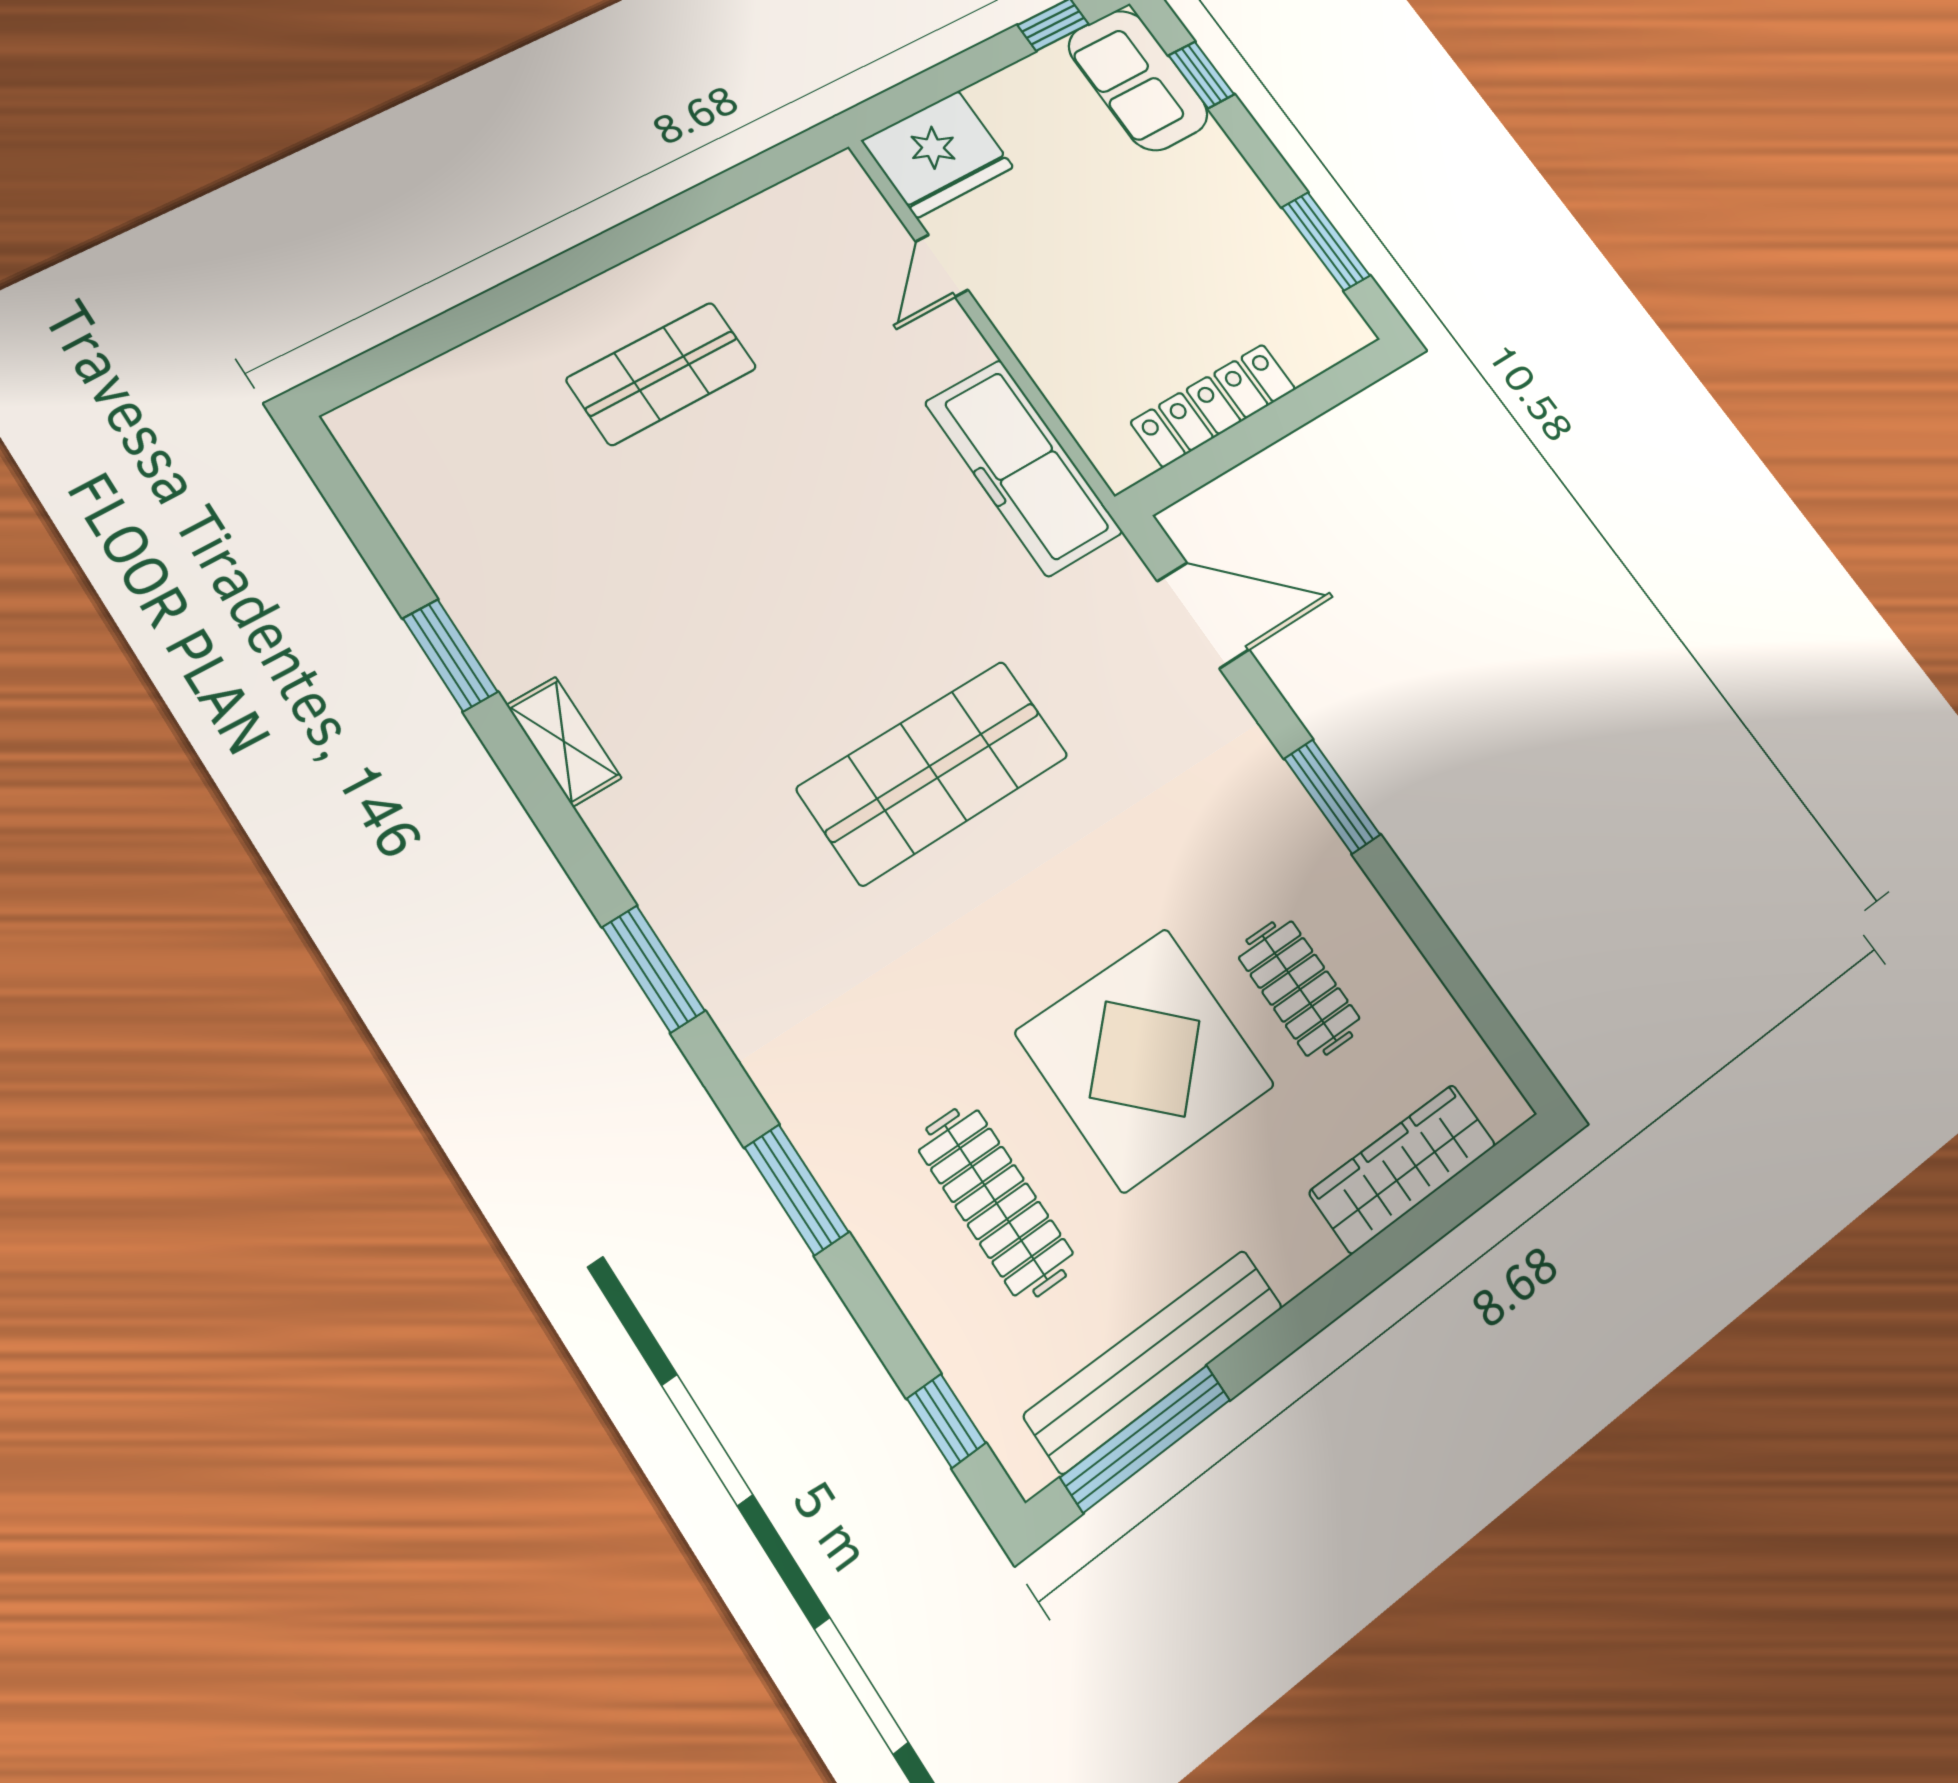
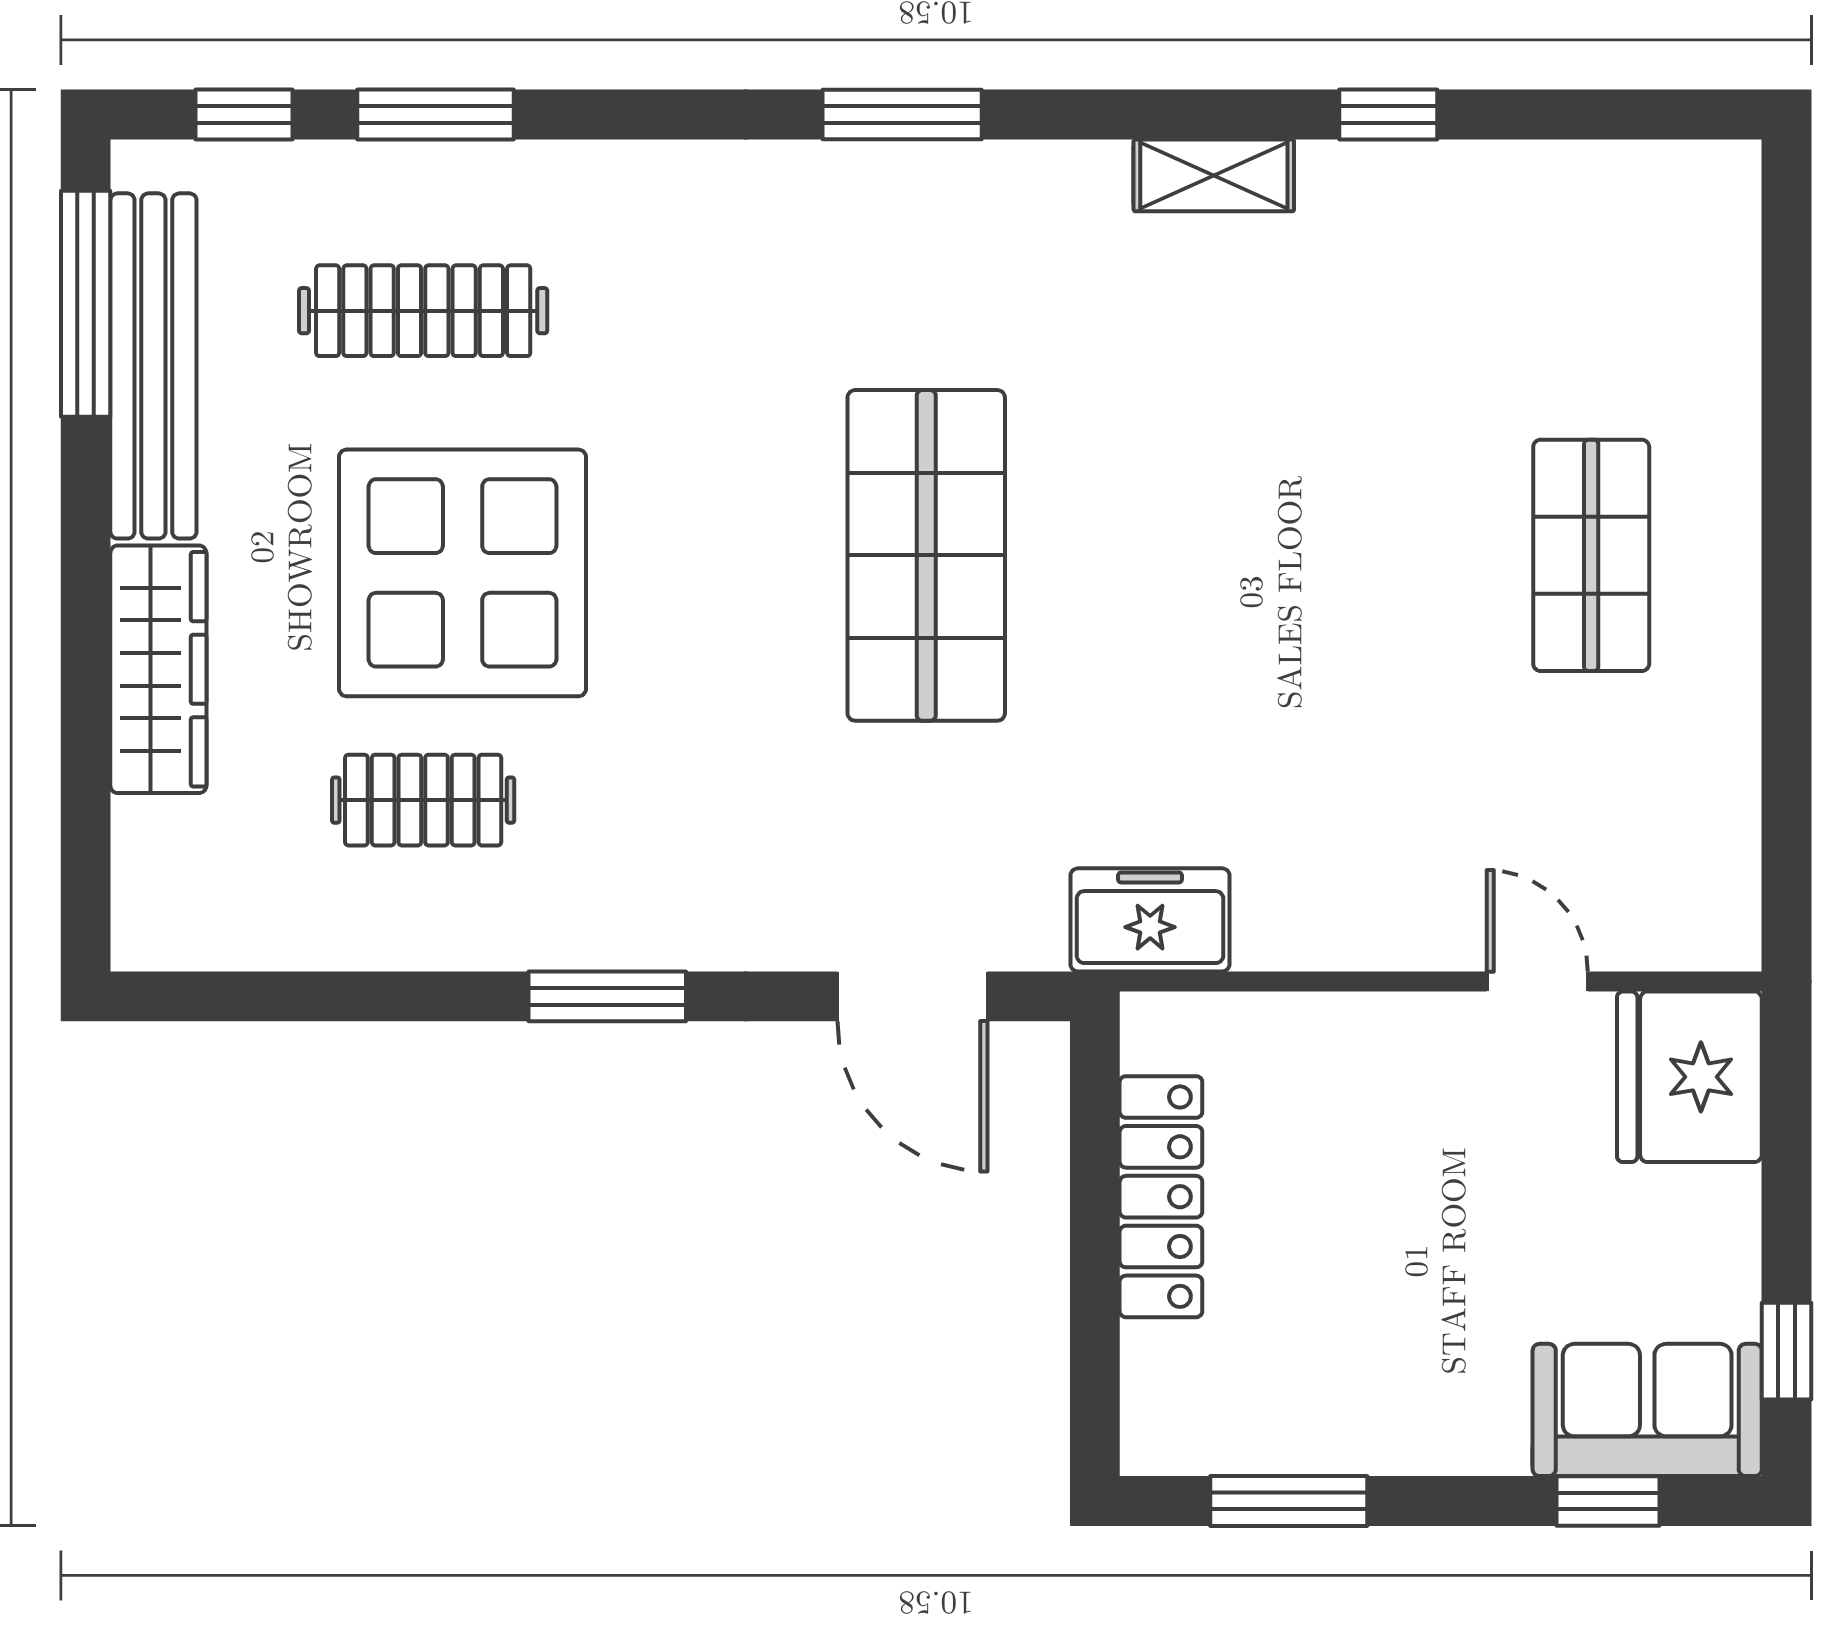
freezer: (1024, 467) -> (1150, 920), width x0.52, depth x0.79
door: (1203, 615) -> (912, 996), hinge flipped
window: (450, 655) -> (1388, 114), width x0.67
wardrobe: (1403, 1168) -> (158, 669), moved
window: (797, 1190) -> (436, 114), moved

